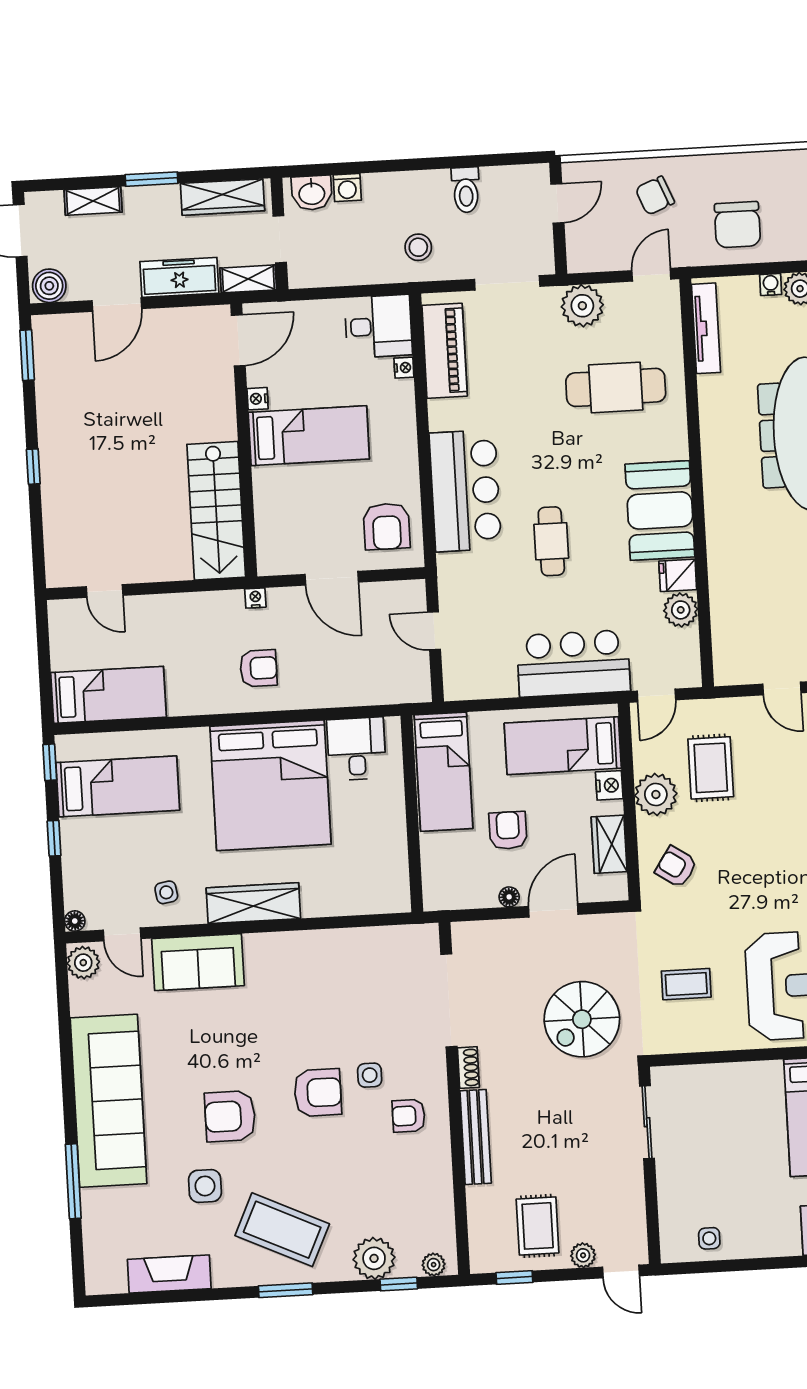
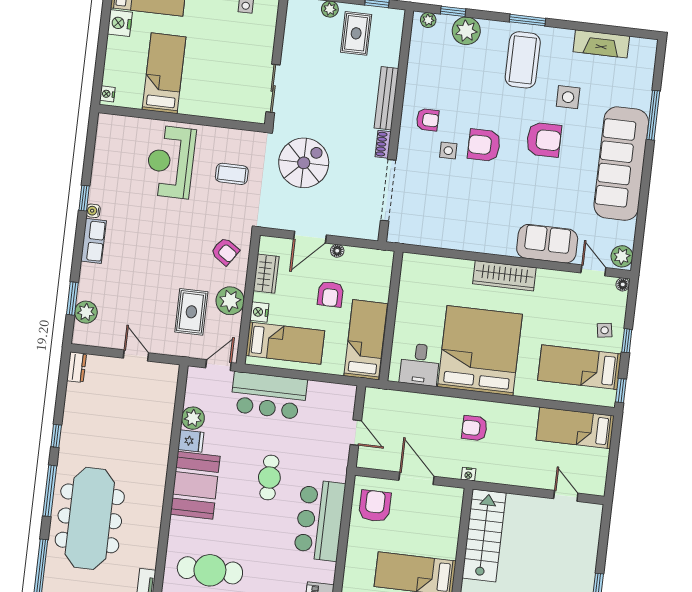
side table: (166, 892) -> (605, 330), moved
coffee table: (282, 1230) -> (523, 60), turned 65

